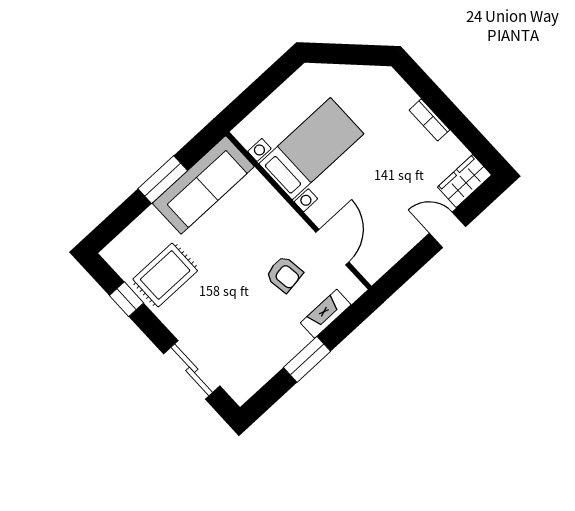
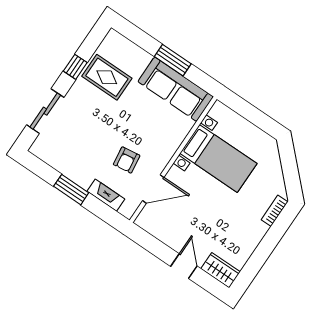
bookcase: (429, 120) -> (275, 211), moved
window: (127, 299) -> (75, 67), moved

